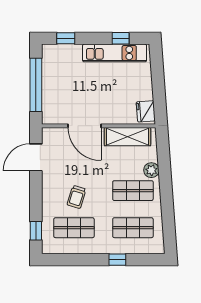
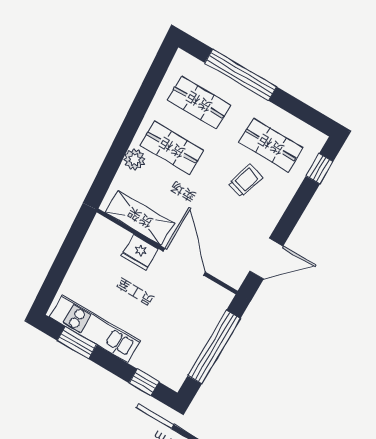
window: (121, 38) -> (77, 343), width x1.50
fridge: (146, 111) -> (140, 252), moved, turned 94
window: (117, 260) -> (241, 75), width x3.17

